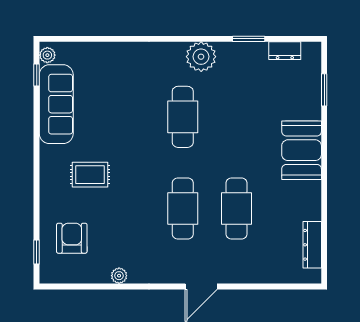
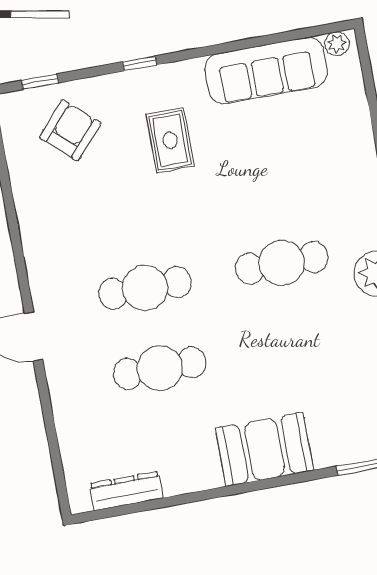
window: (37, 75) -> (140, 63), moved
armchair: (72, 238) -> (70, 130), turned -48
plant: (119, 276) -> (27, 211), removed

